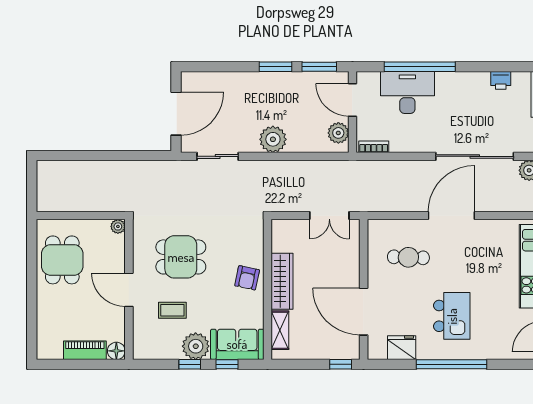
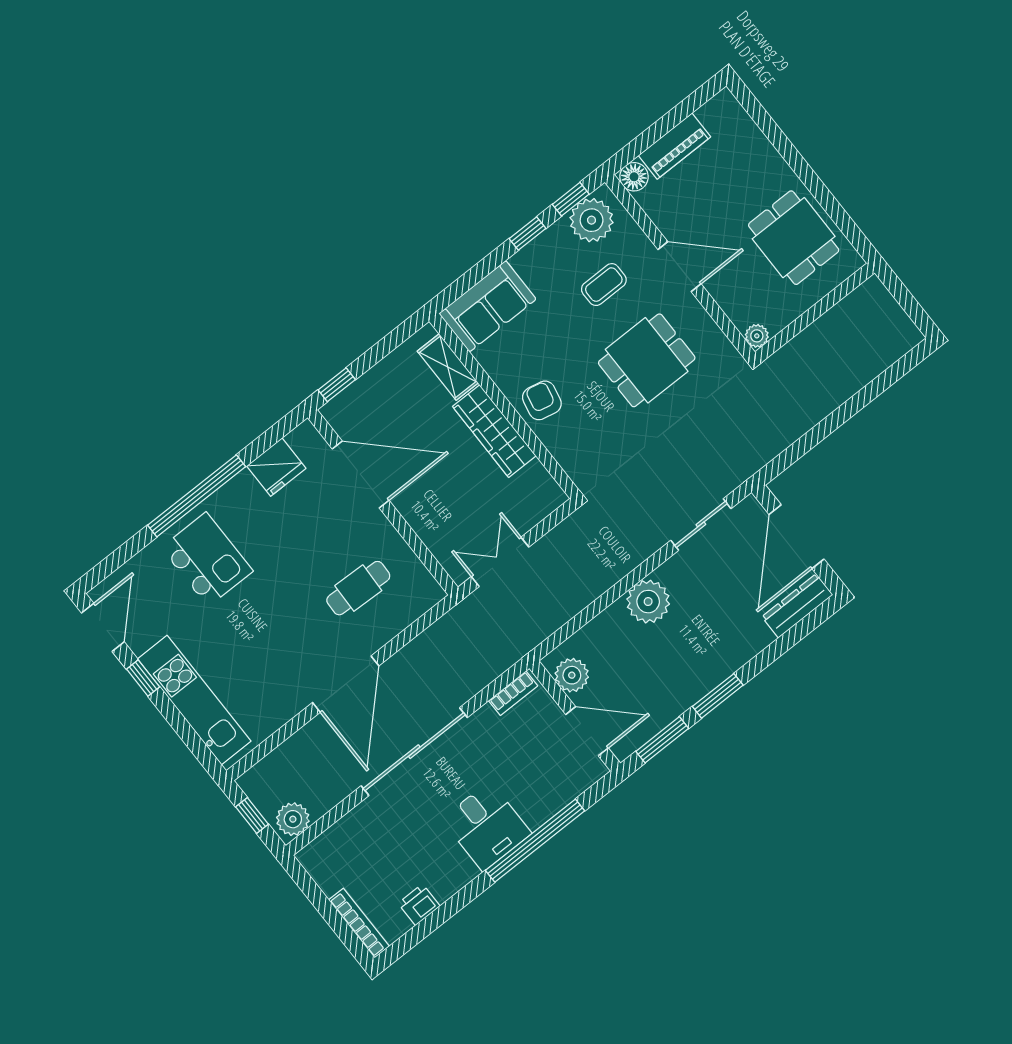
dresser: (202, 80) -> (797, 606), added
desk: (407, 92) -> (486, 826), moved, width x0.73
sliding door: (475, 156) -> (414, 752), moved
kitchen island: (452, 316) -> (207, 559), moved, turned 180
plant: (196, 346) -> (592, 220), moved
window: (227, 364) -> (571, 199), moved

